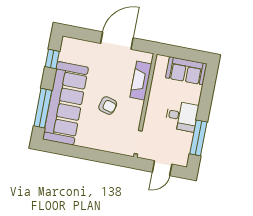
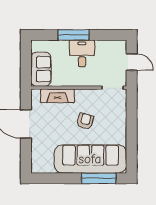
window: (52, 59) -> (53, 178), removed
sofa: (186, 71) -> (41, 69), moved
window: (198, 138) -> (74, 35), moved

